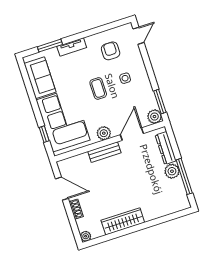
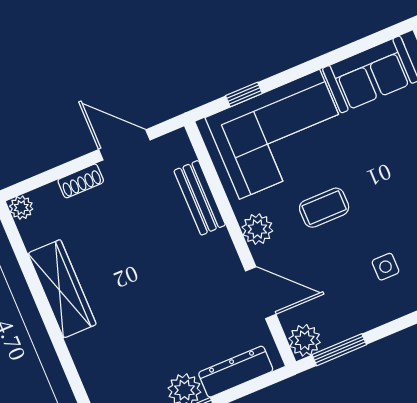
coffee table: (98, 88) -> (324, 208), moved
bench: (104, 152) -> (200, 198), moved
door: (62, 189) -> (124, 145), swing flipped

